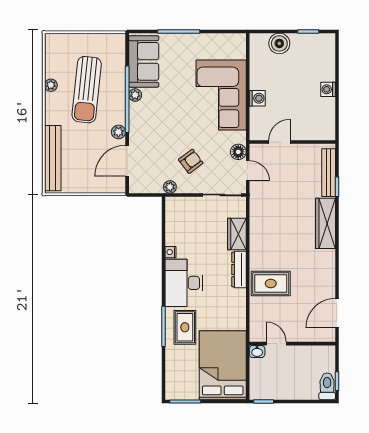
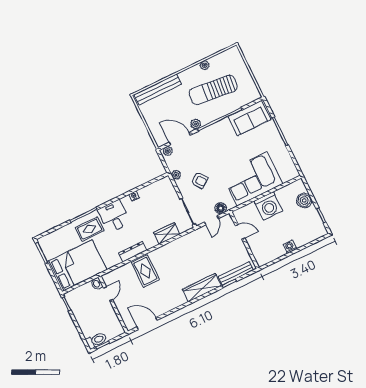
plant: (135, 95) -> (168, 151), moved
washing machine: (257, 98) -> (268, 206), width x1.89, depth x1.89
dresser: (239, 269) -> (133, 252), moved
desk: (184, 283) -> (114, 216), width x0.73

